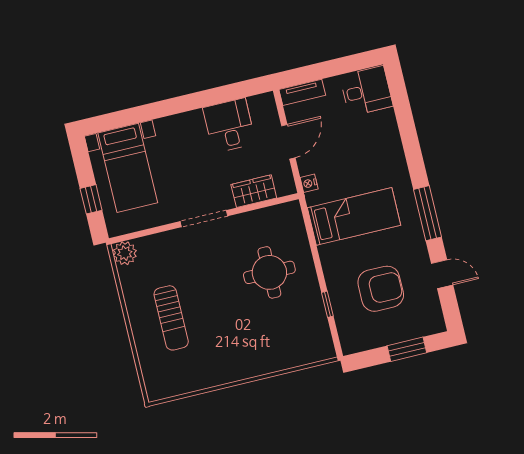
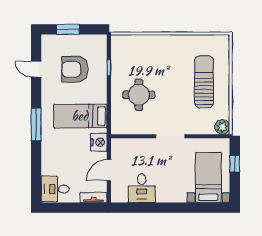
nightstand: (309, 183) -> (99, 142), width x1.89, depth x1.79
wardrobe: (254, 191) -> (137, 145), removed
window: (427, 213) -> (36, 125), moved
sun lounger: (171, 318) -> (204, 82), width x1.36, depth x1.34

